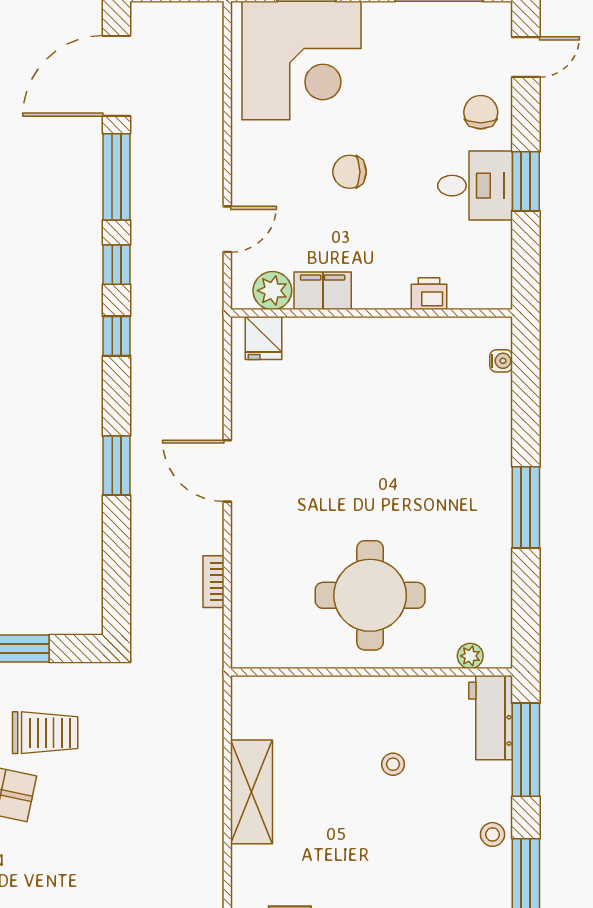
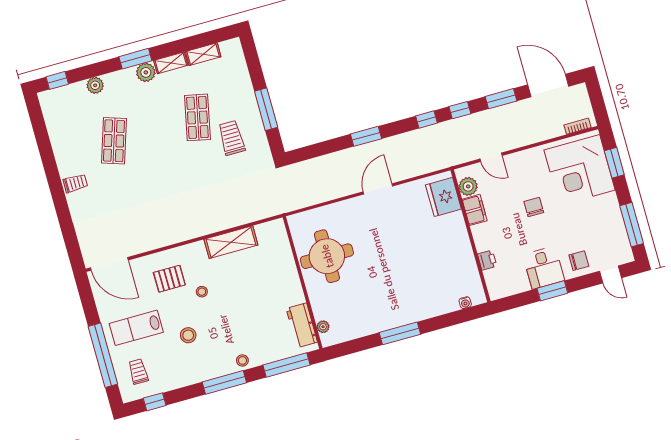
window: (117, 177) -> (501, 99), width x0.69
fridge: (264, 338) -> (443, 197), width x1.88, depth x1.34
bookcase: (214, 582) -> (577, 126), moved
round table: (370, 595) -> (327, 256), moved
workbench: (491, 718) -> (302, 325), moved, turned -90
trolley: (45, 733) -> (232, 138), turned 180
stool: (393, 764) -> (202, 292), moved

